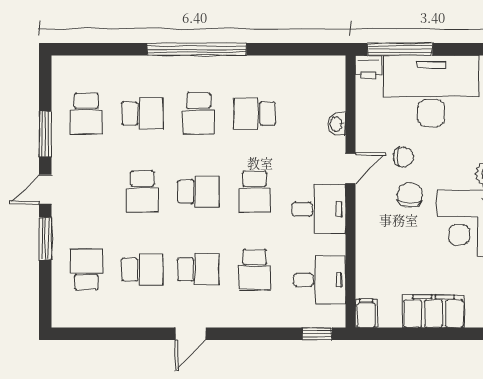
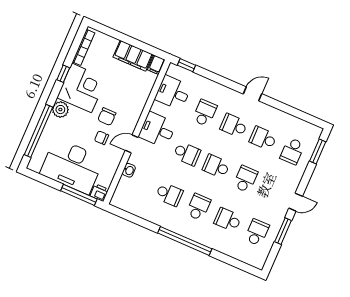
school desk: (255, 191) -> (187, 154), turned 90
window: (45, 239) -> (318, 151), moved
filing cabinet: (434, 311) -> (133, 56), moved

